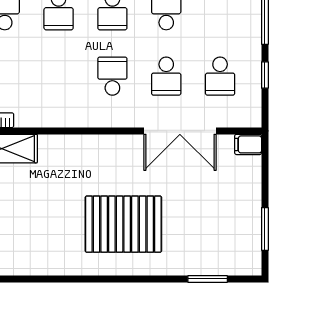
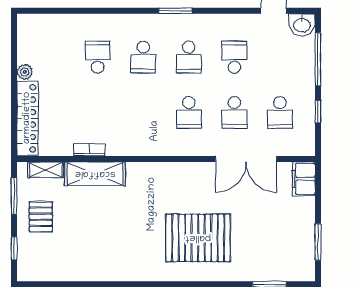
school desk: (112, 76) -> (189, 113), turned 180
filing cabinet: (248, 144) -> (304, 179), width x2.00

